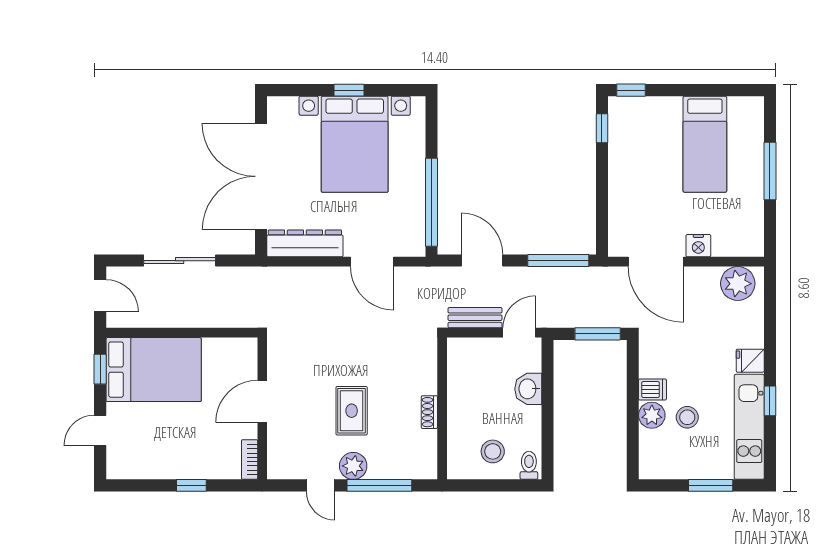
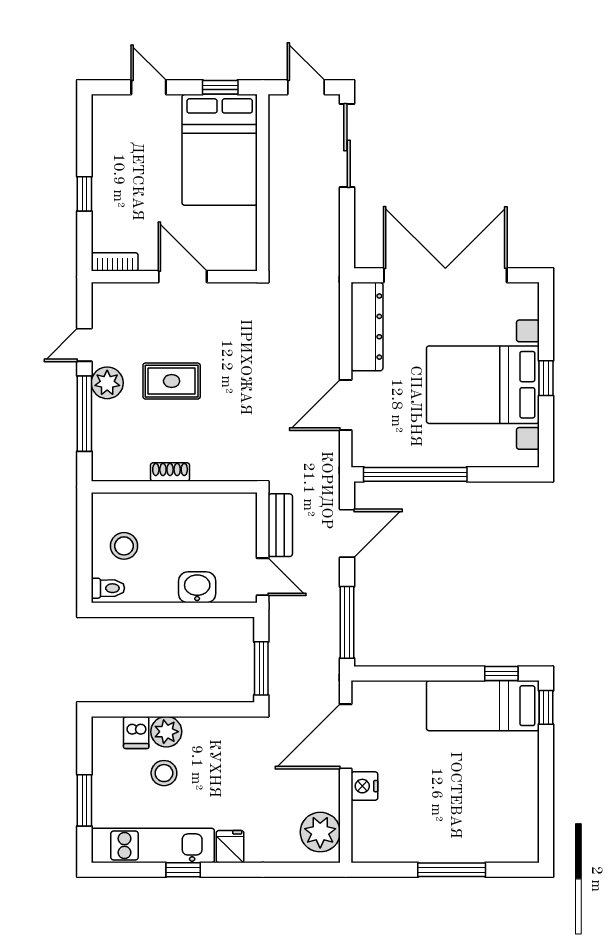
bed: (705, 144) -> (483, 706), moved
sliding door: (180, 261) -> (347, 145), moved
door: (100, 296) -> (306, 87), swing flipped
dishwasher: (652, 389) -> (136, 732), moved

